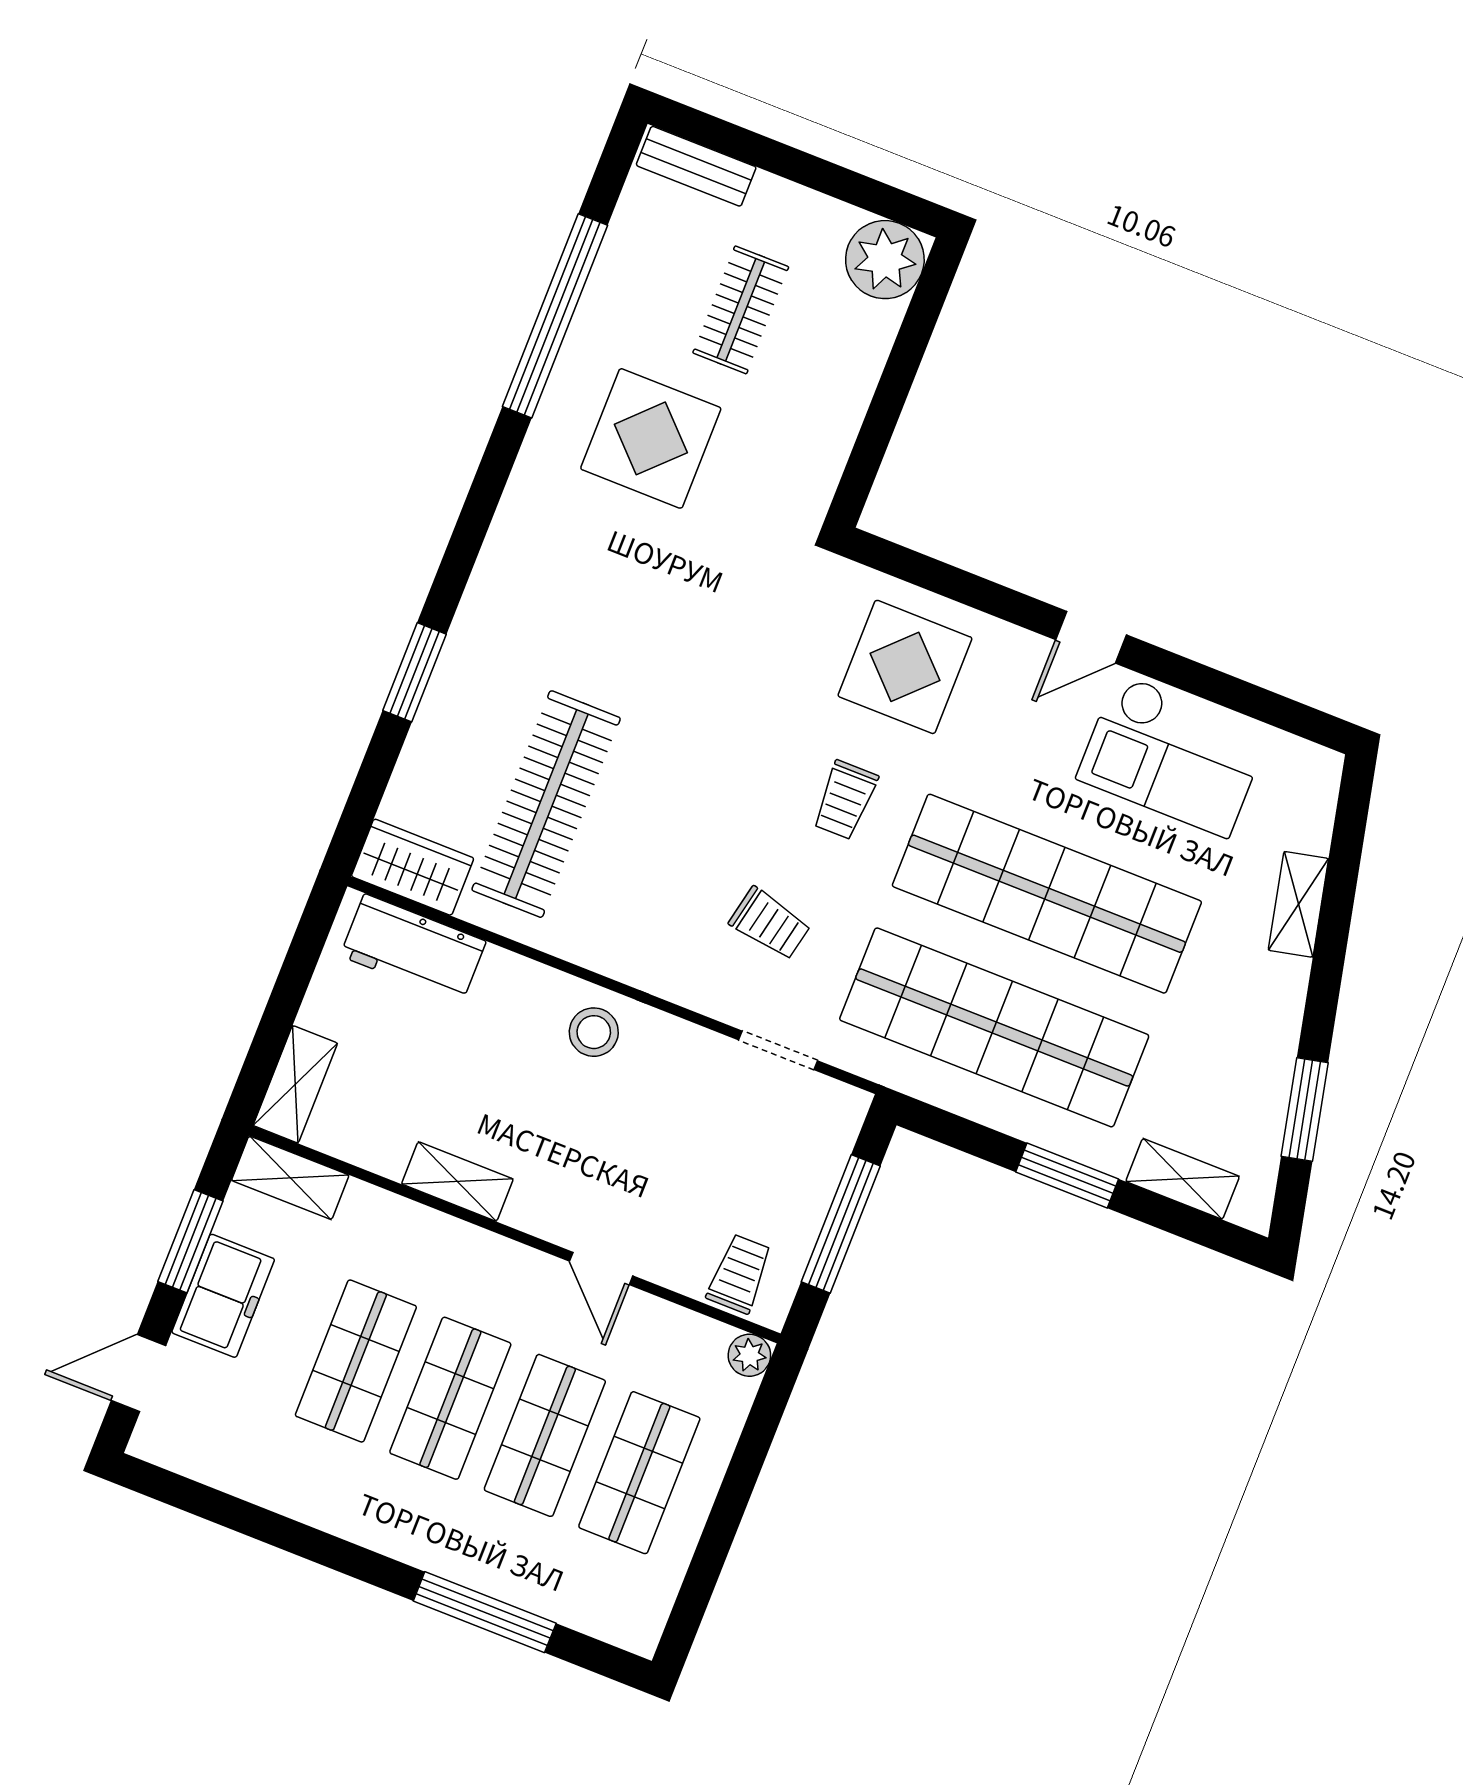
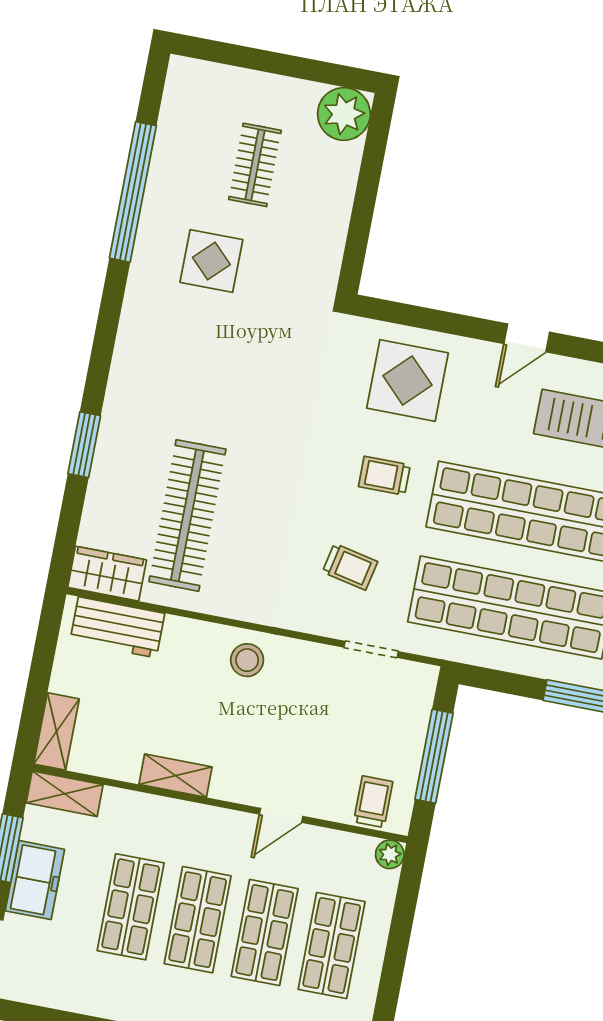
bench: (696, 166) -> (208, 76), removed
display table: (651, 438) -> (211, 261), width x0.73, depth x0.73
trolley: (845, 800) -> (384, 476), turned 90
door: (601, 1268) -> (281, 815), hinge flipped

